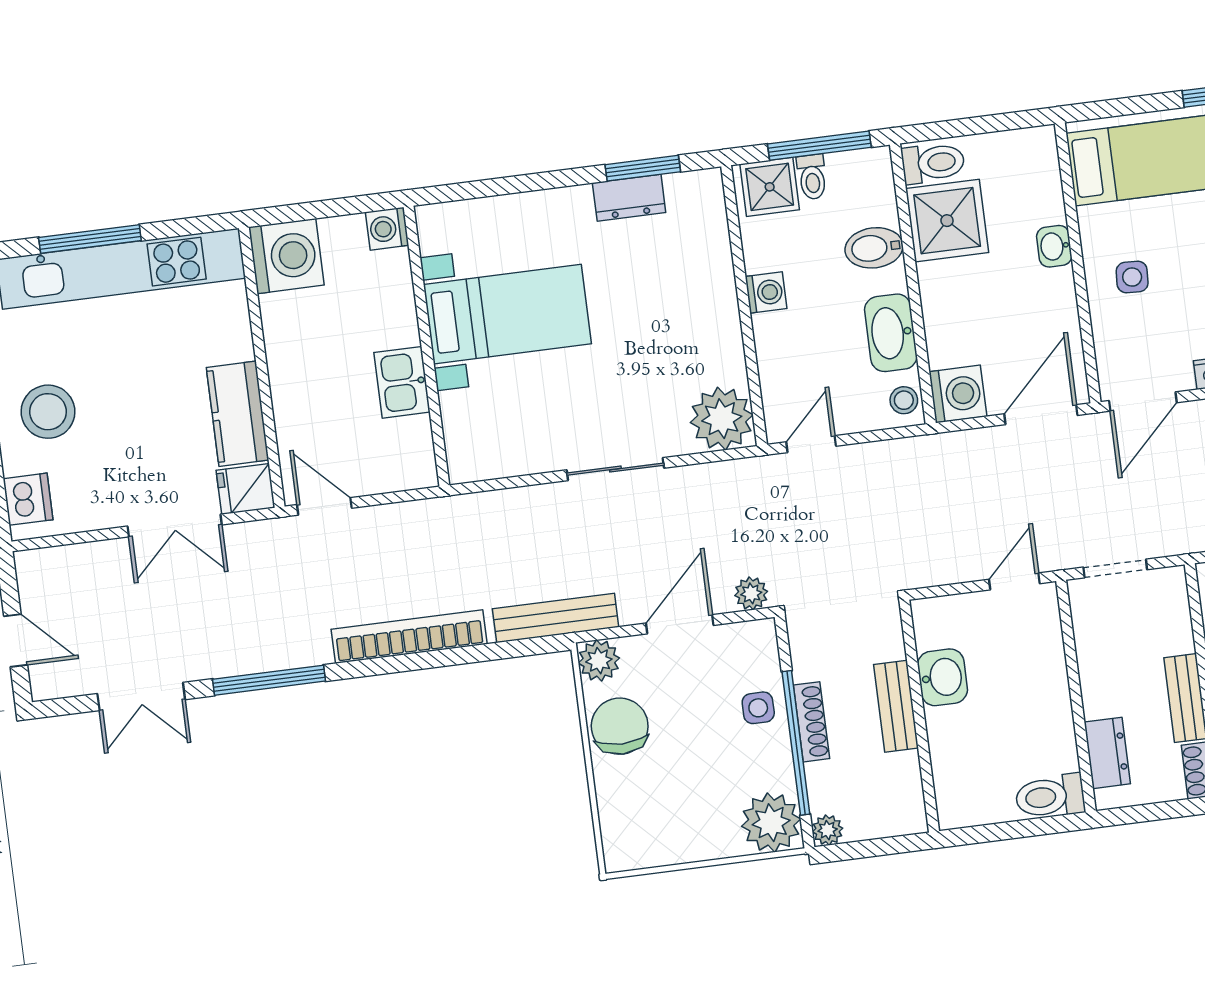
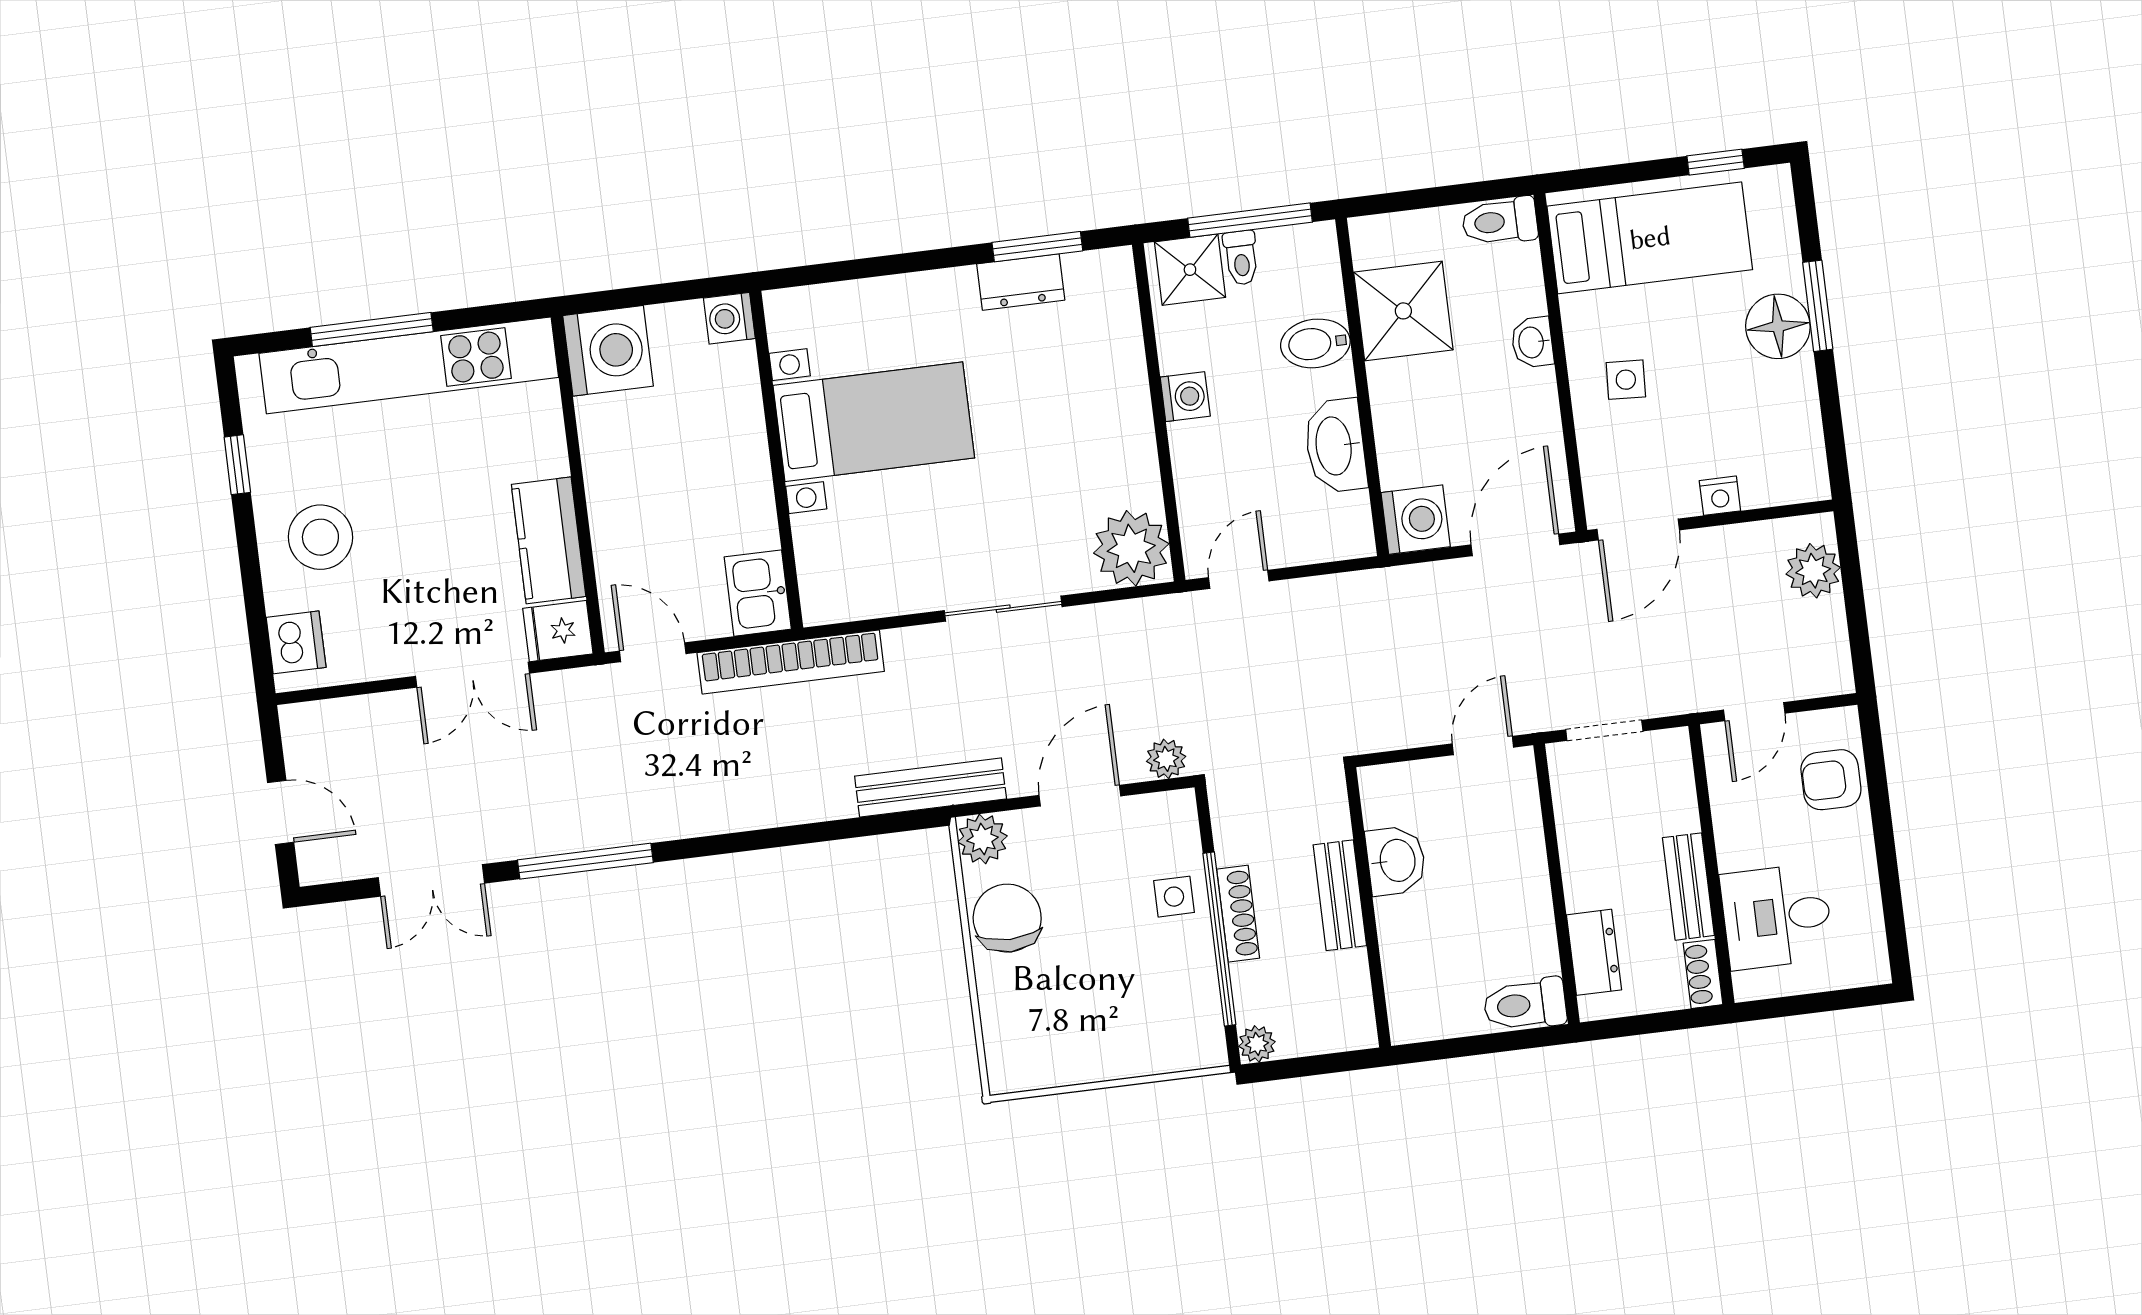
toilet: (933, 163) -> (1500, 221), moved, turned 180
kitchen sink: (402, 382) -> (758, 593), moved
stool: (904, 400) -> (1351, 527), removed
bookcase: (409, 637) -> (791, 662), moved, turned 180
plant: (771, 823) -> (1189, 1035), removed

